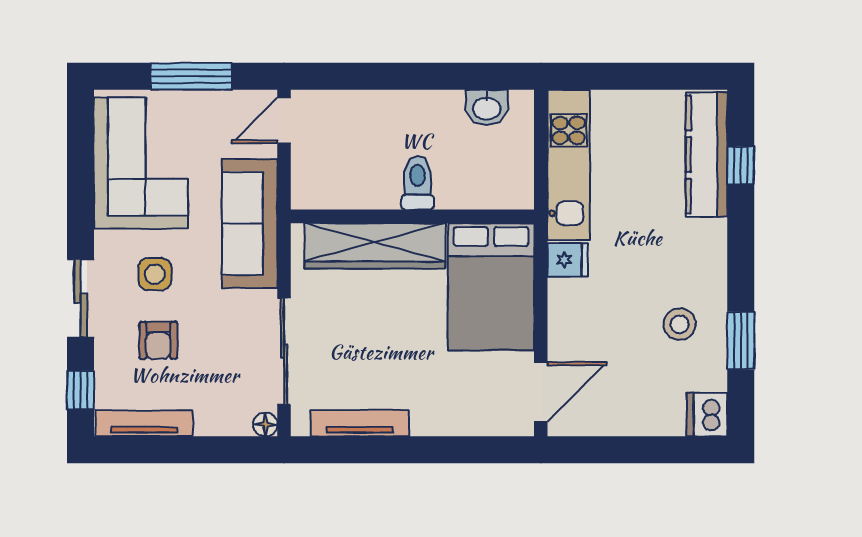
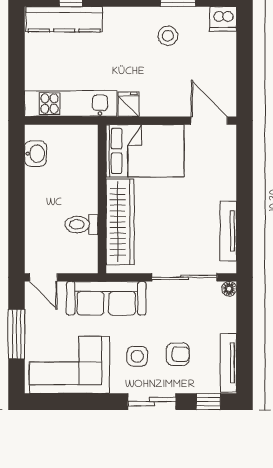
toilet: (417, 183) -> (82, 224), moved

